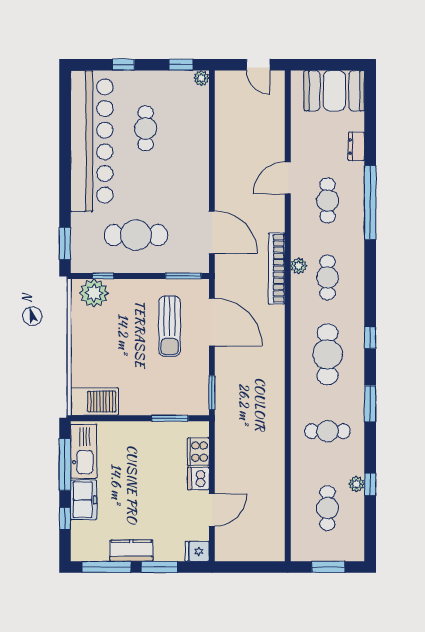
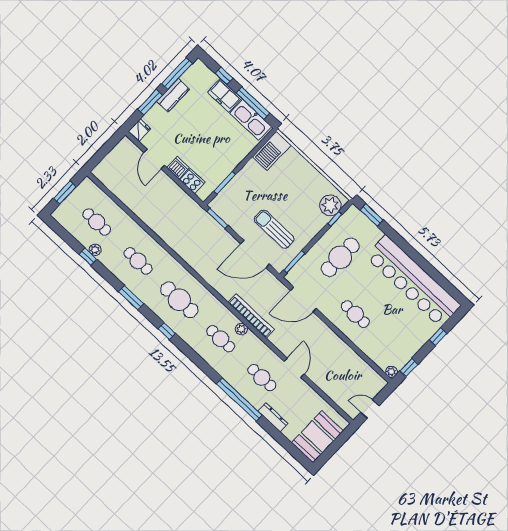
cafe table: (146, 128) -> (355, 314), moved
dresser: (356, 147) -> (273, 417), width x1.44
cafe table: (327, 431) -> (138, 261), turned 90

